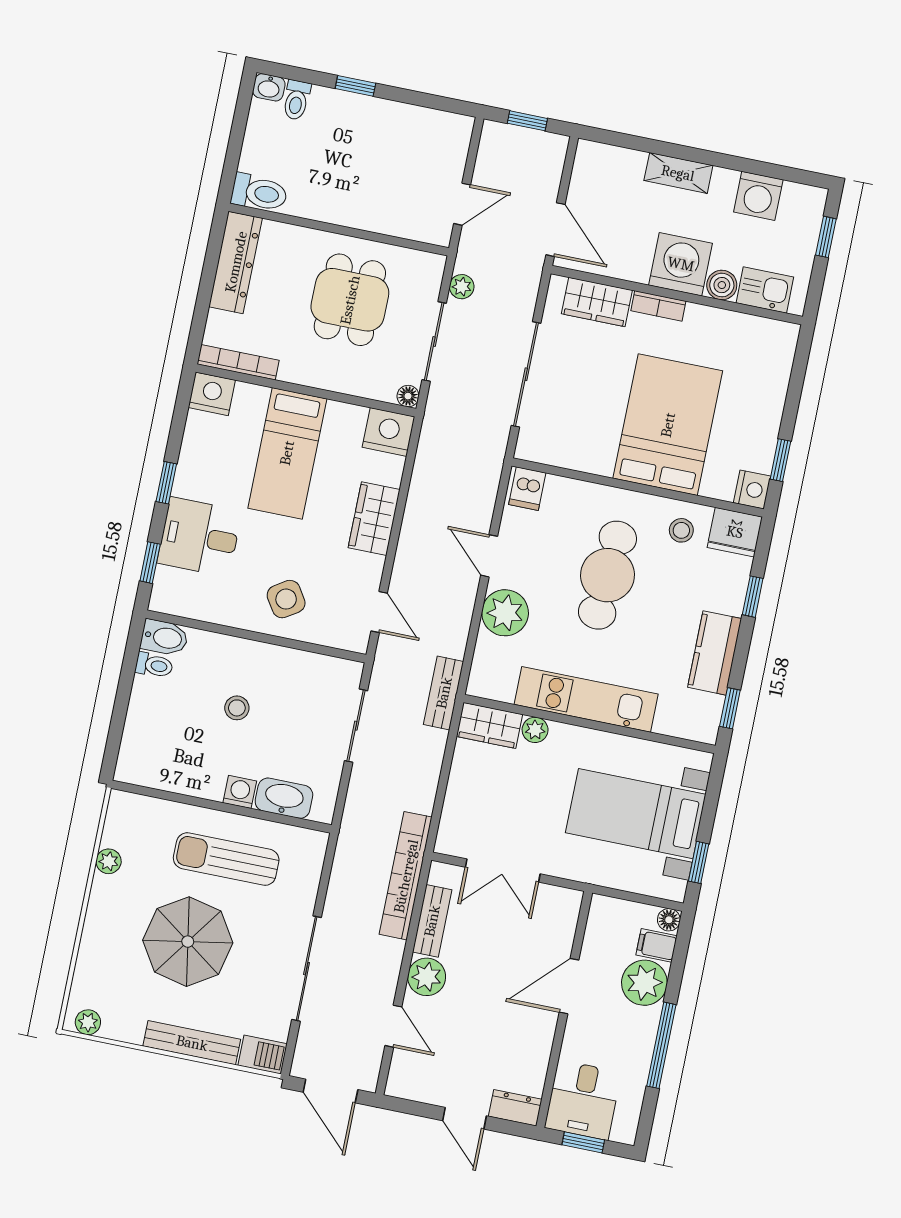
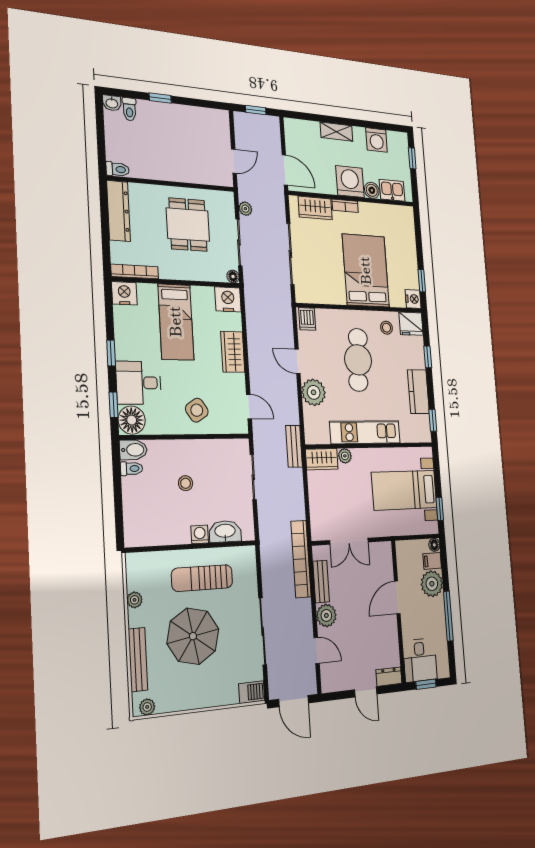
toilet: (259, 193) -> (118, 169), width x0.73, depth x0.72
floor lamp: (173, 592) -> (132, 420), added
bench: (192, 1043) -> (138, 660), moved, turned 90

